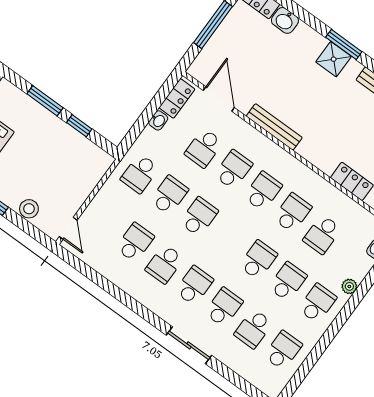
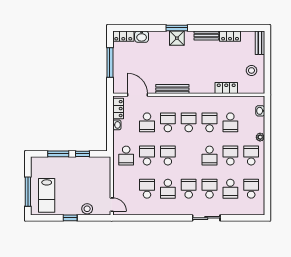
school desk: (258, 260) -> (210, 156), turned 180

